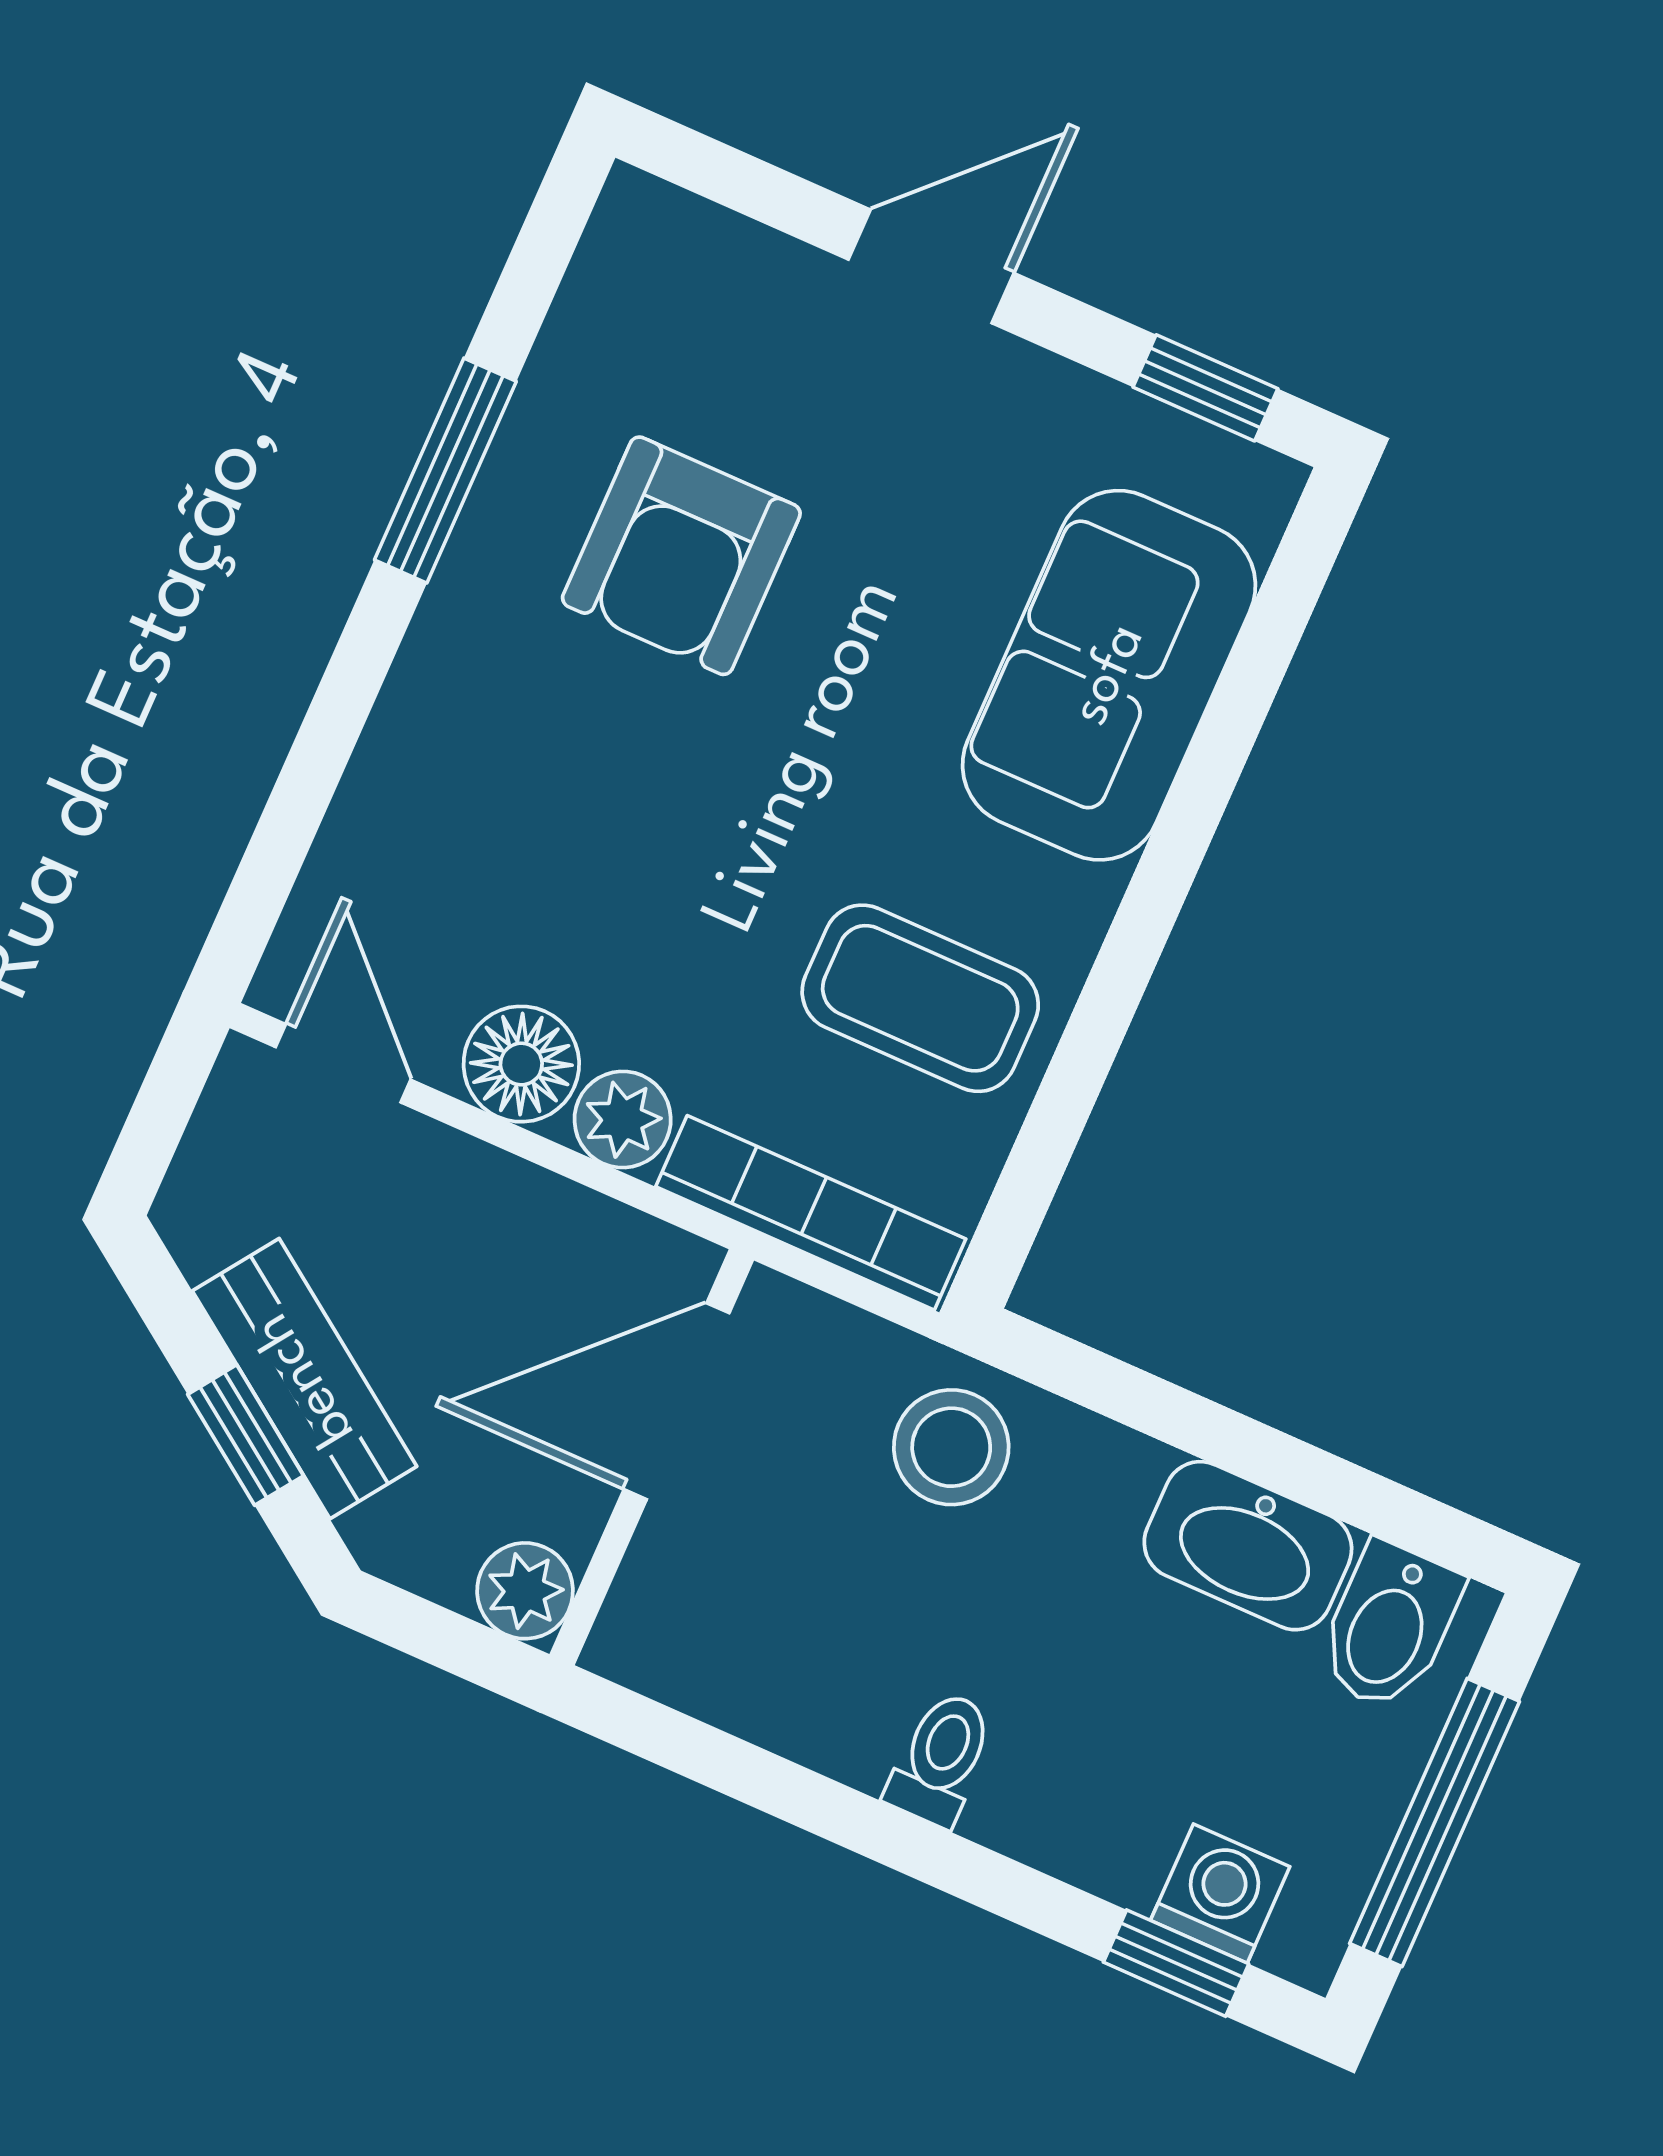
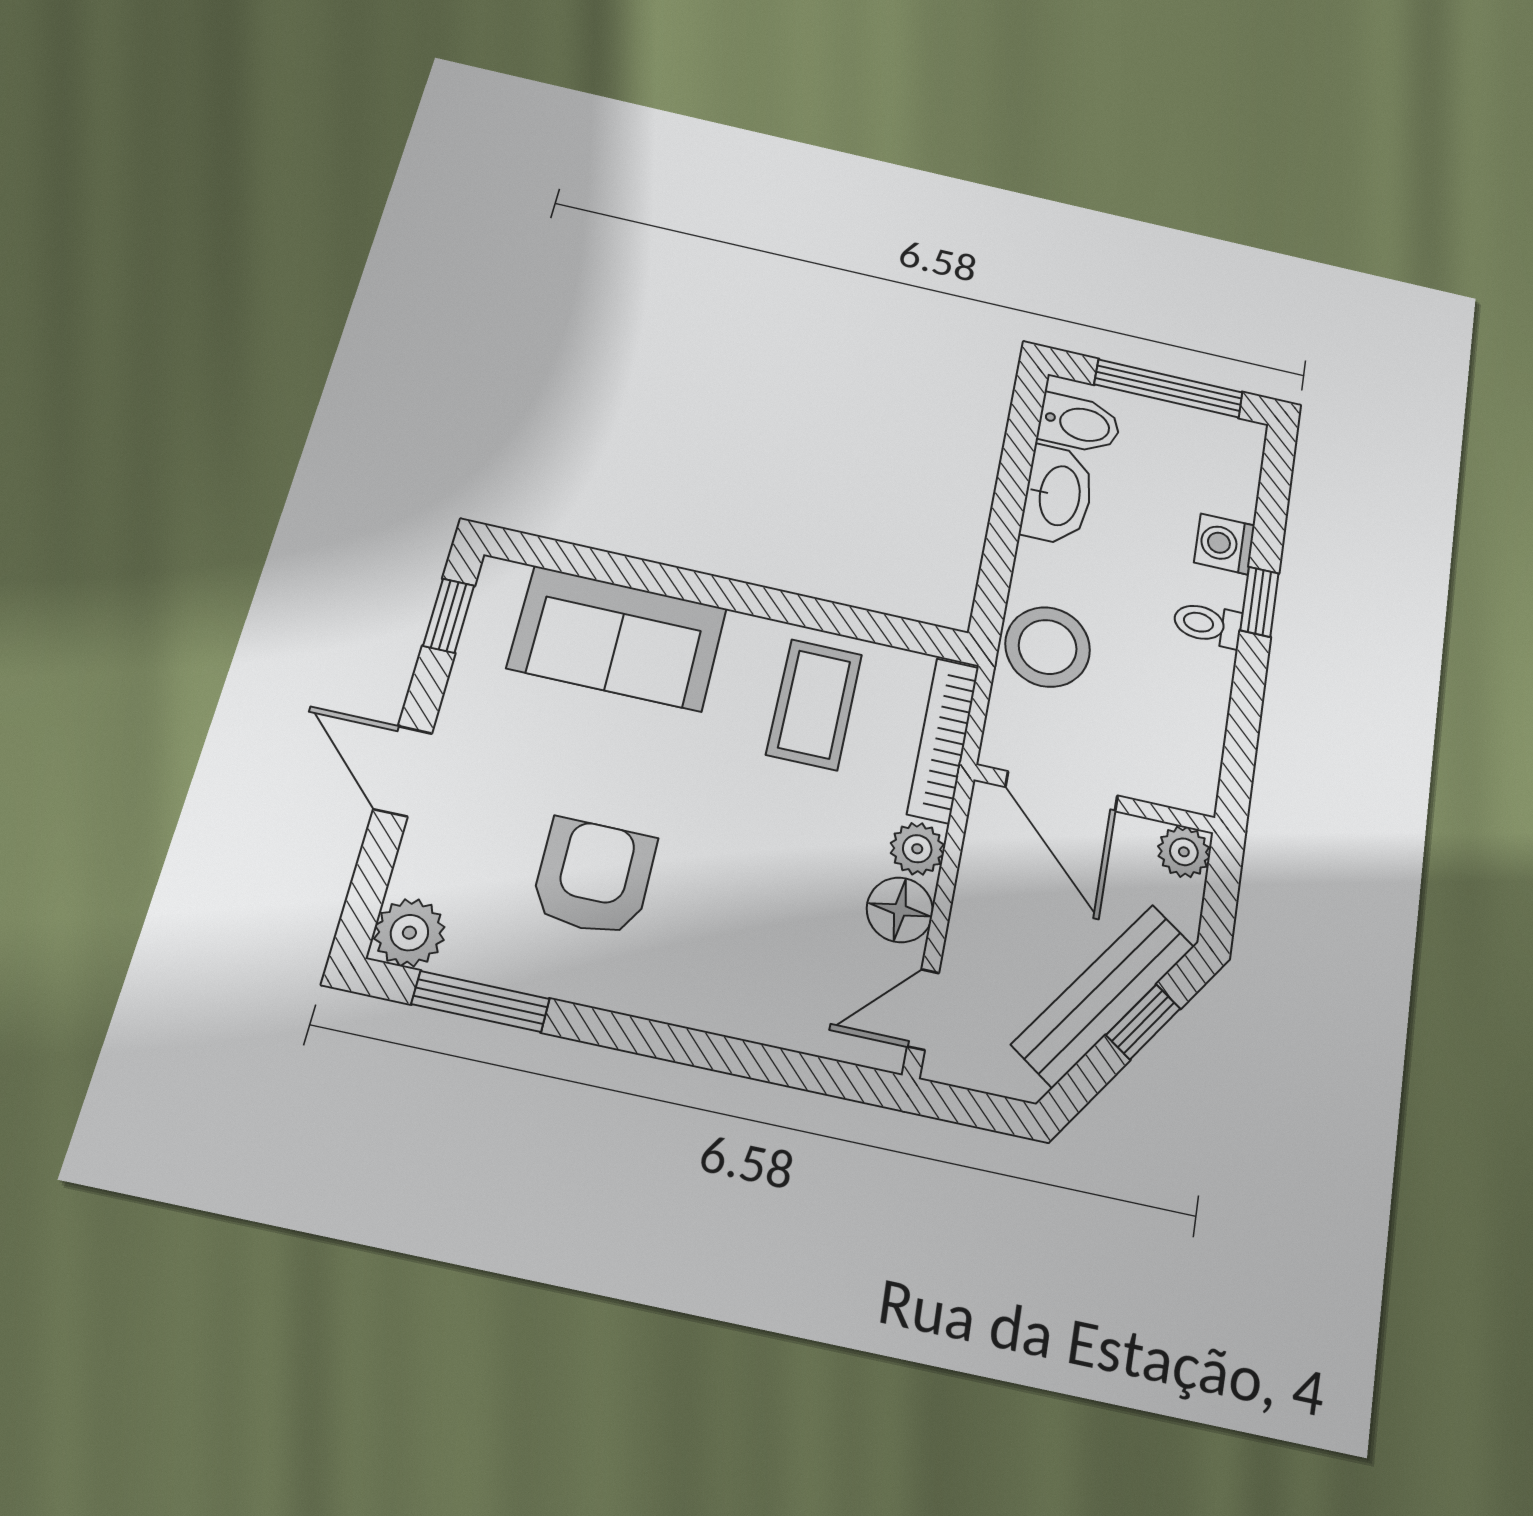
plant: (645, 236) -> (409, 933), added
window: (445, 471) -> (481, 1001), moved
armchair: (681, 556) -> (594, 877), turned -90
bench: (305, 1379) -> (1103, 995), width x1.36
stool: (951, 1447) -> (1048, 647), width x1.38, depth x1.38
washing machine: (1220, 1894) -> (1224, 544), moved
window: (1176, 1963) -> (1260, 602), moved

